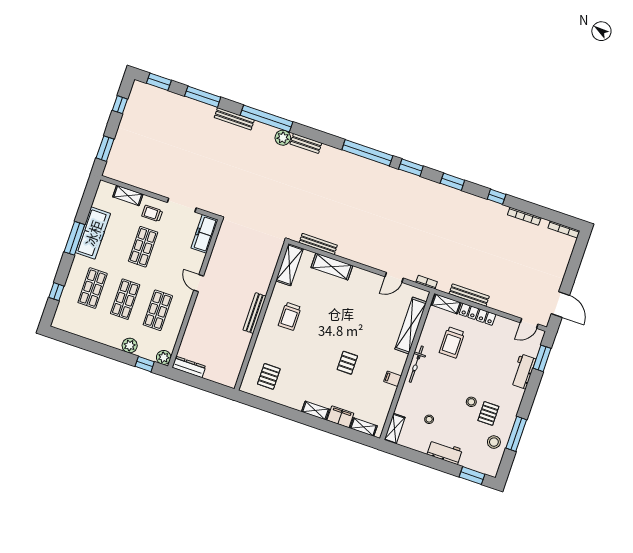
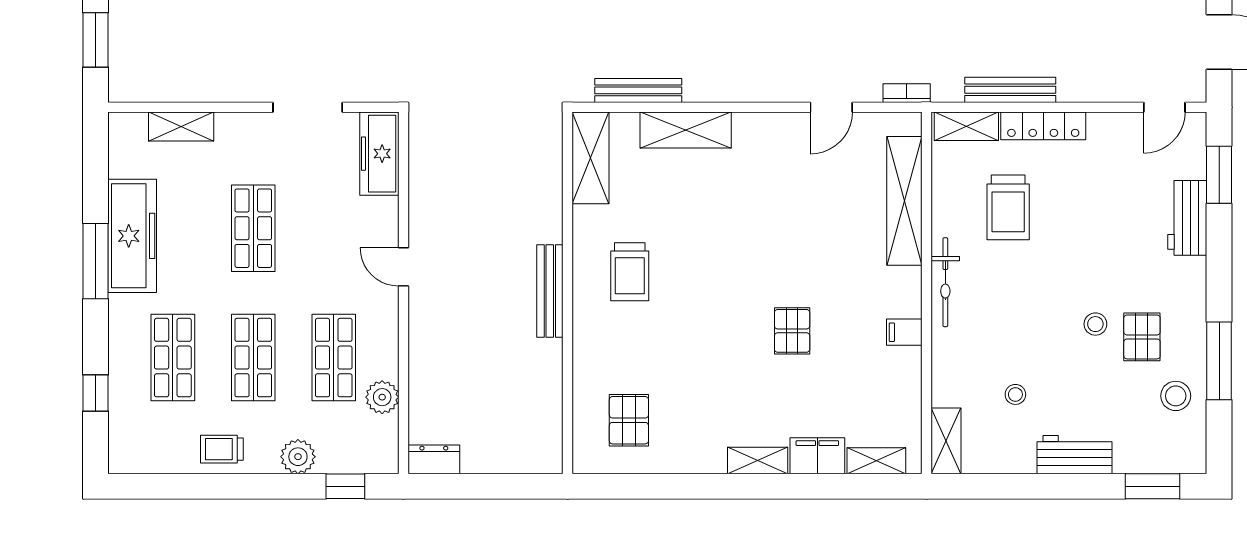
trolley: (152, 213) -> (222, 449), moved
plant: (164, 357) -> (382, 397), moved
dresser: (189, 367) -> (434, 459), width x0.70

